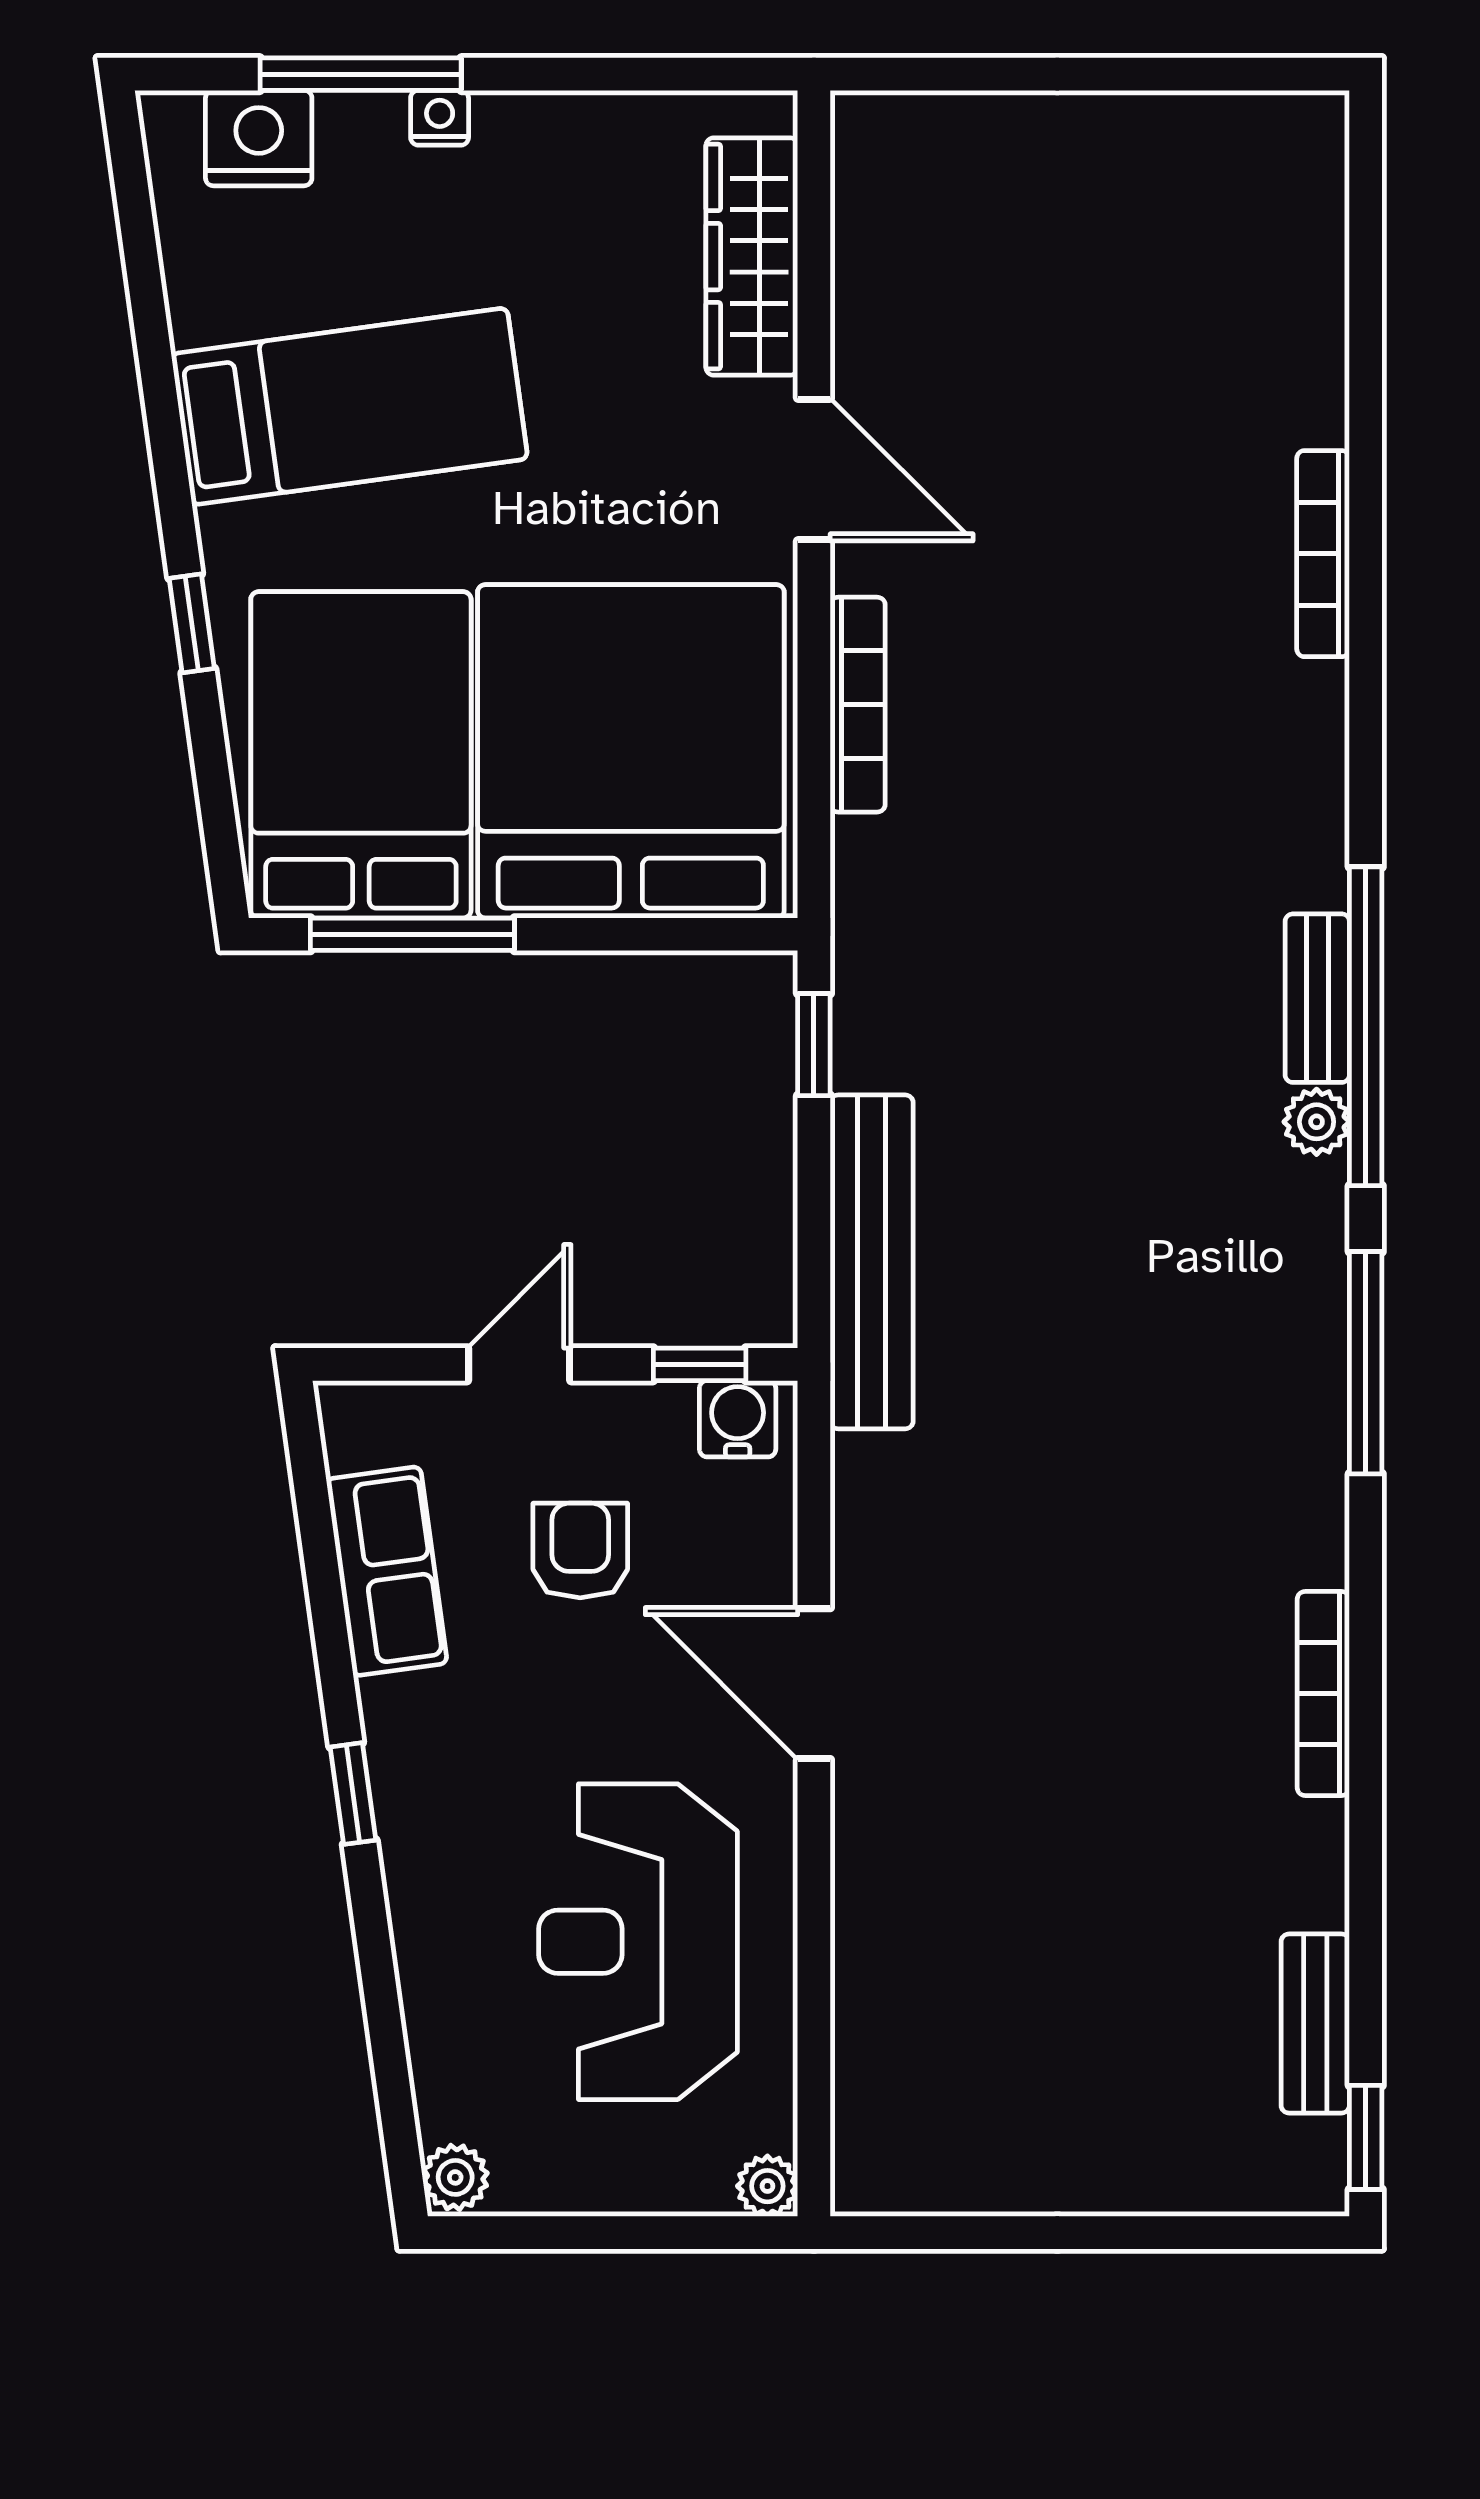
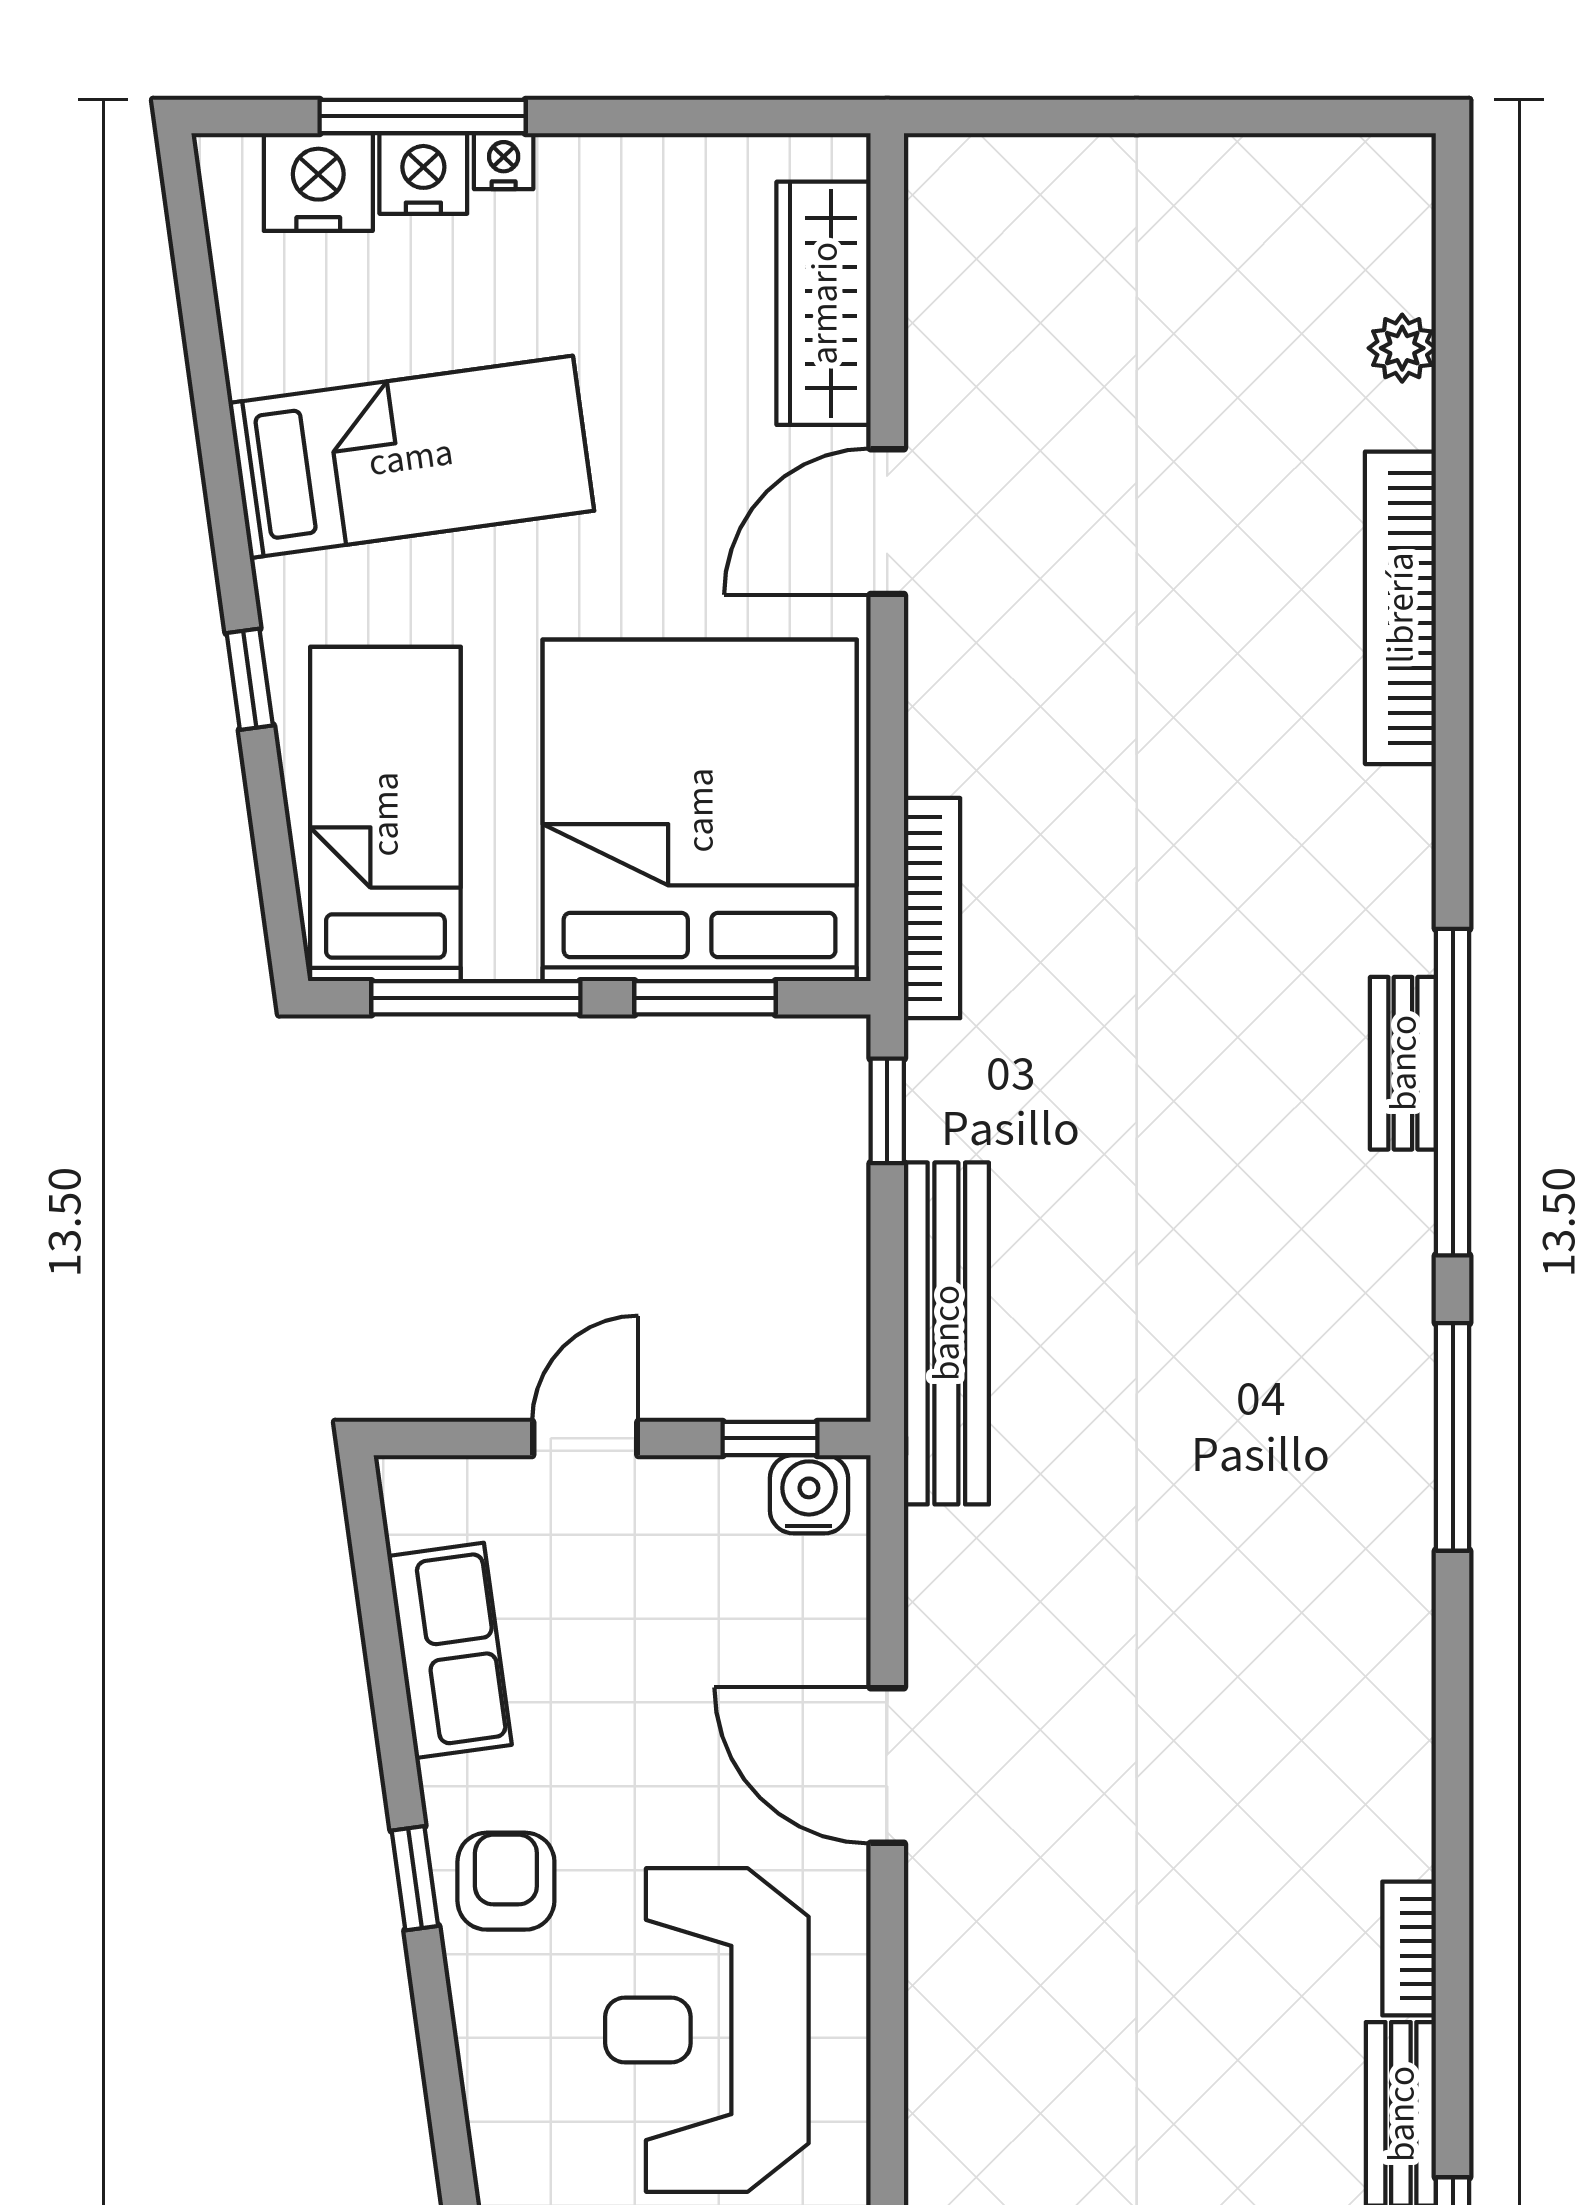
nightstand: (361, 130) -> (423, 173), added
door: (814, 470) -> (887, 522), swing flipped
bookcase: (1323, 554) -> (1400, 608), width x1.48, depth x1.31
bookcase: (858, 705) -> (932, 908), moved
bed: (361, 755) -> (385, 814), width x0.67
window: (636, 934) -> (705, 998), added
plant: (1317, 1122) -> (1402, 348), moved
armchair: (580, 1551) -> (506, 1881), moved
bookcase: (1323, 1693) -> (1409, 1949), moved, width x0.64

